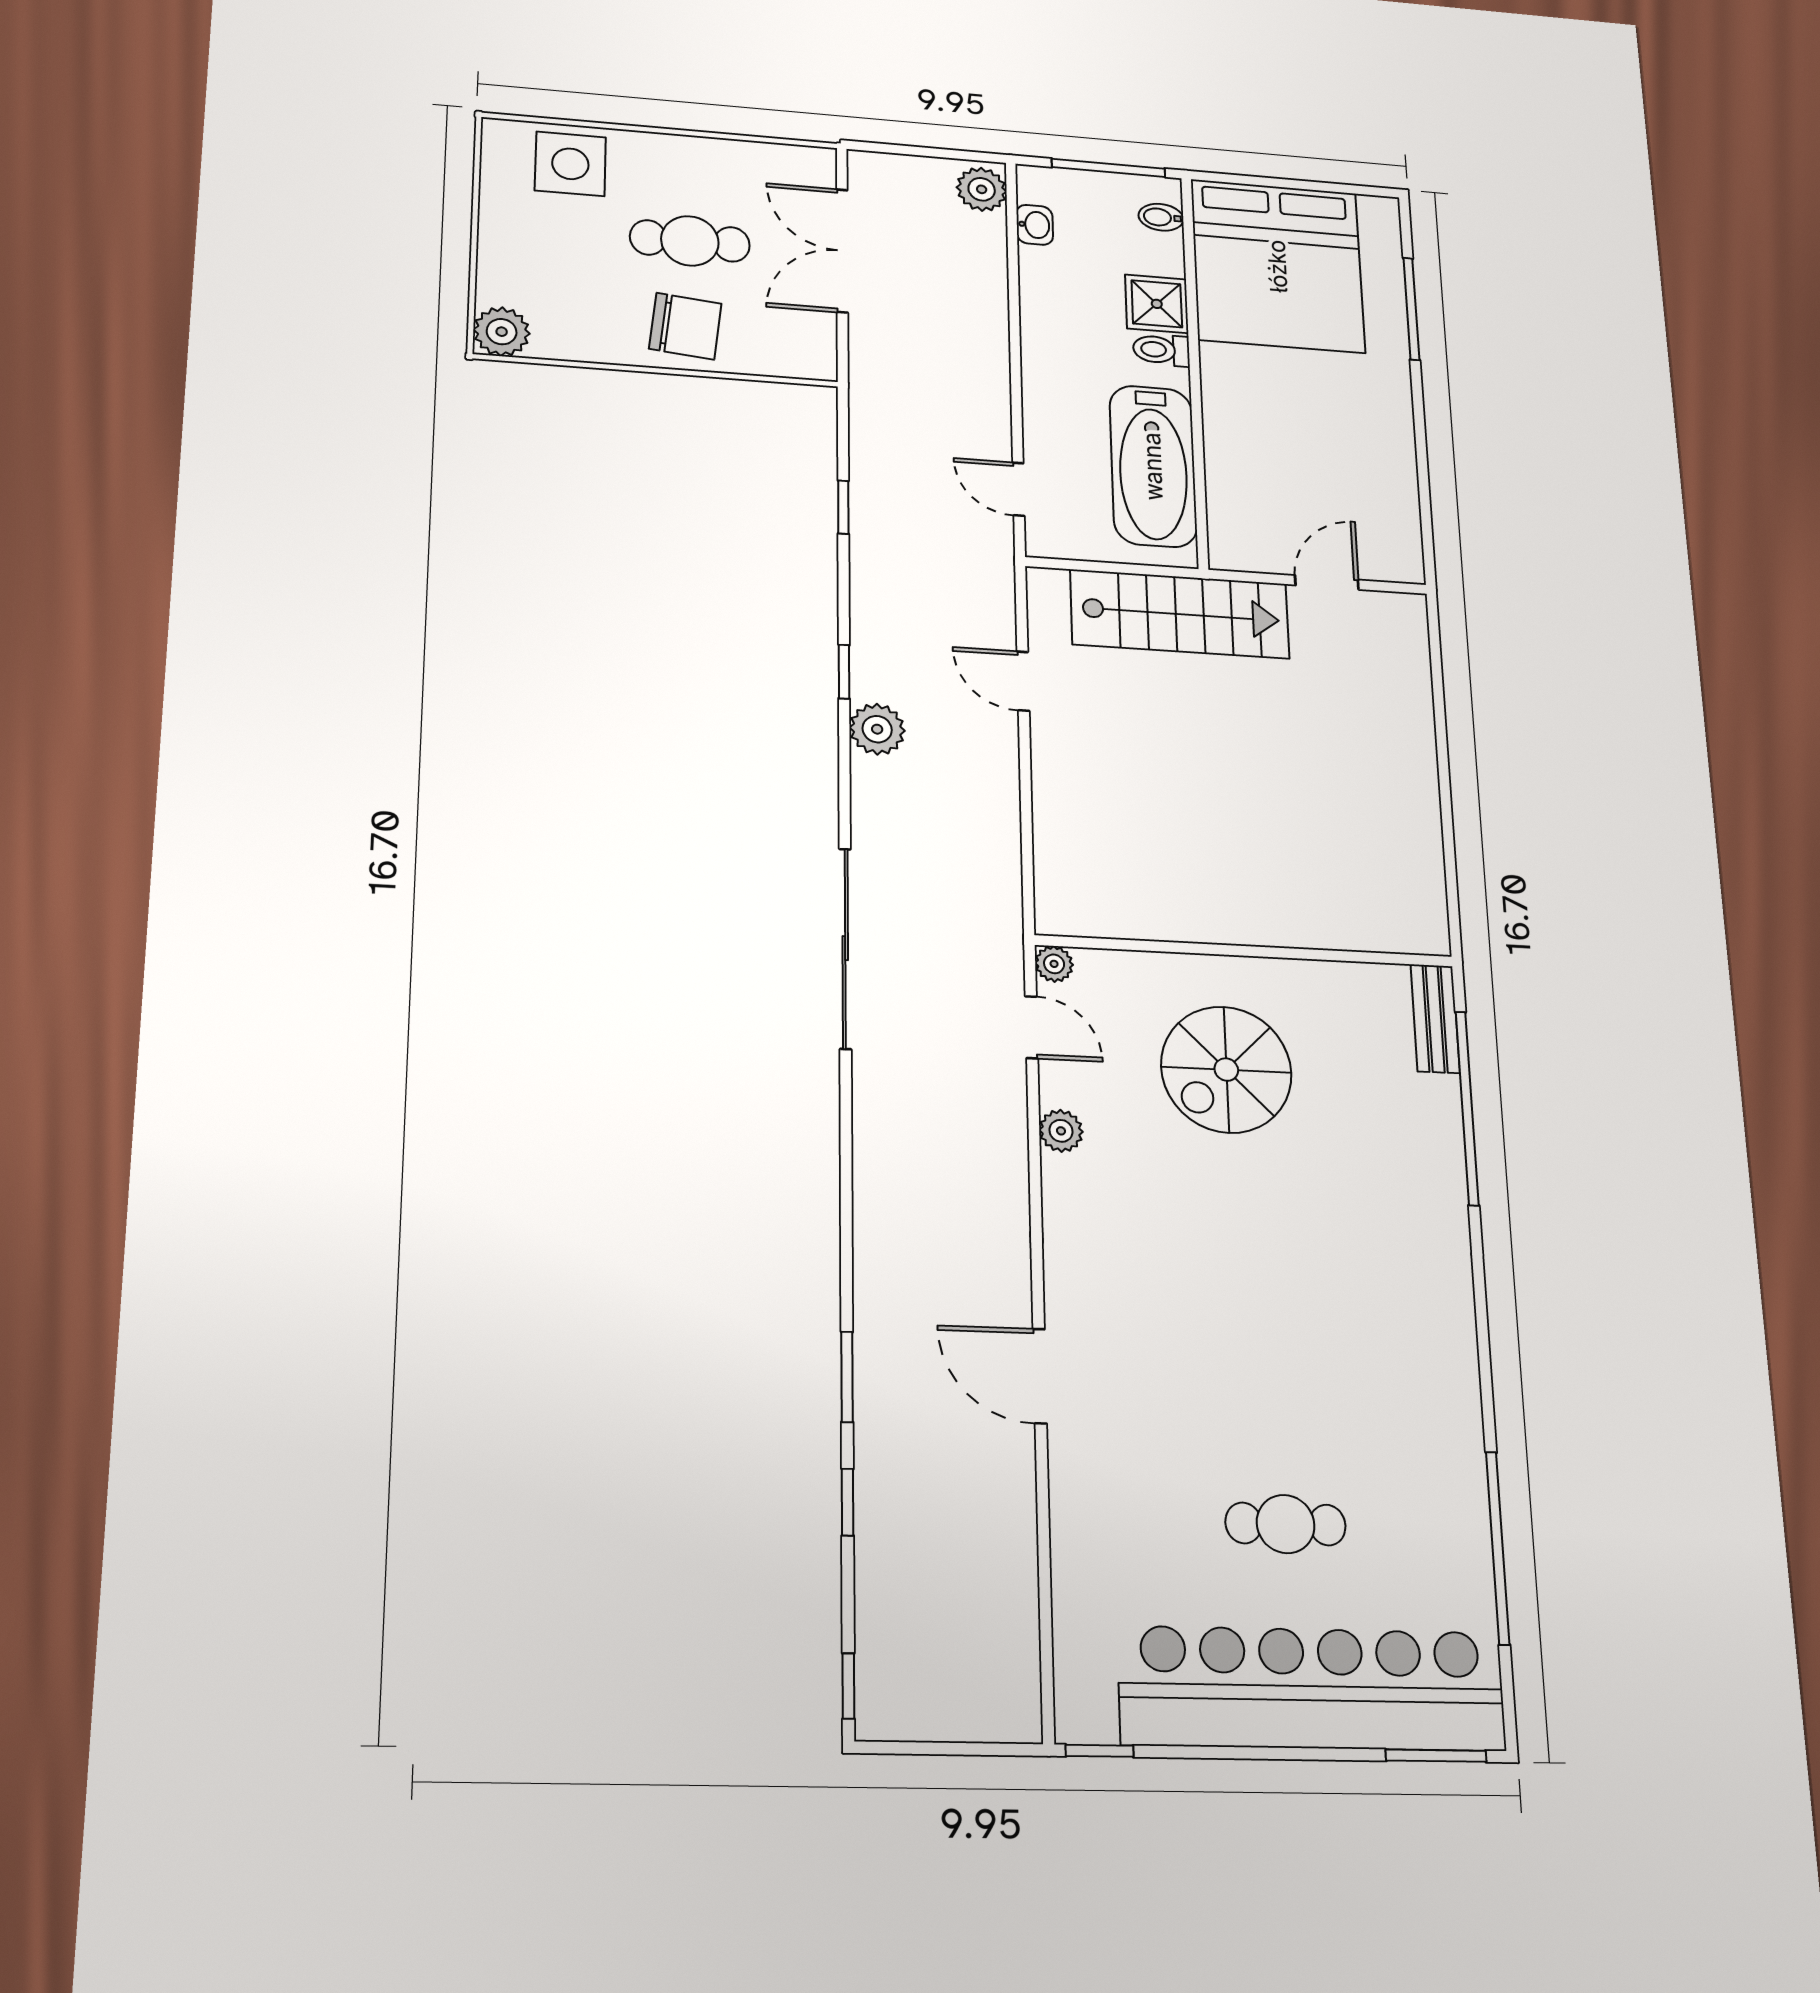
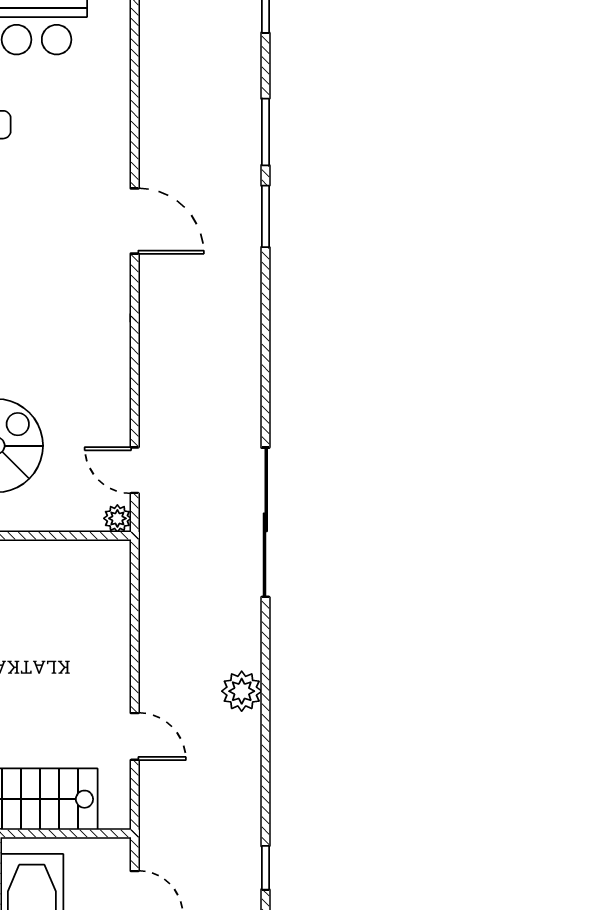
window: (844, 672) -> (265, 735), removed
plant: (1061, 1131) -> (116, 395), removed
window: (848, 1502) -> (265, 132), width x1.50

